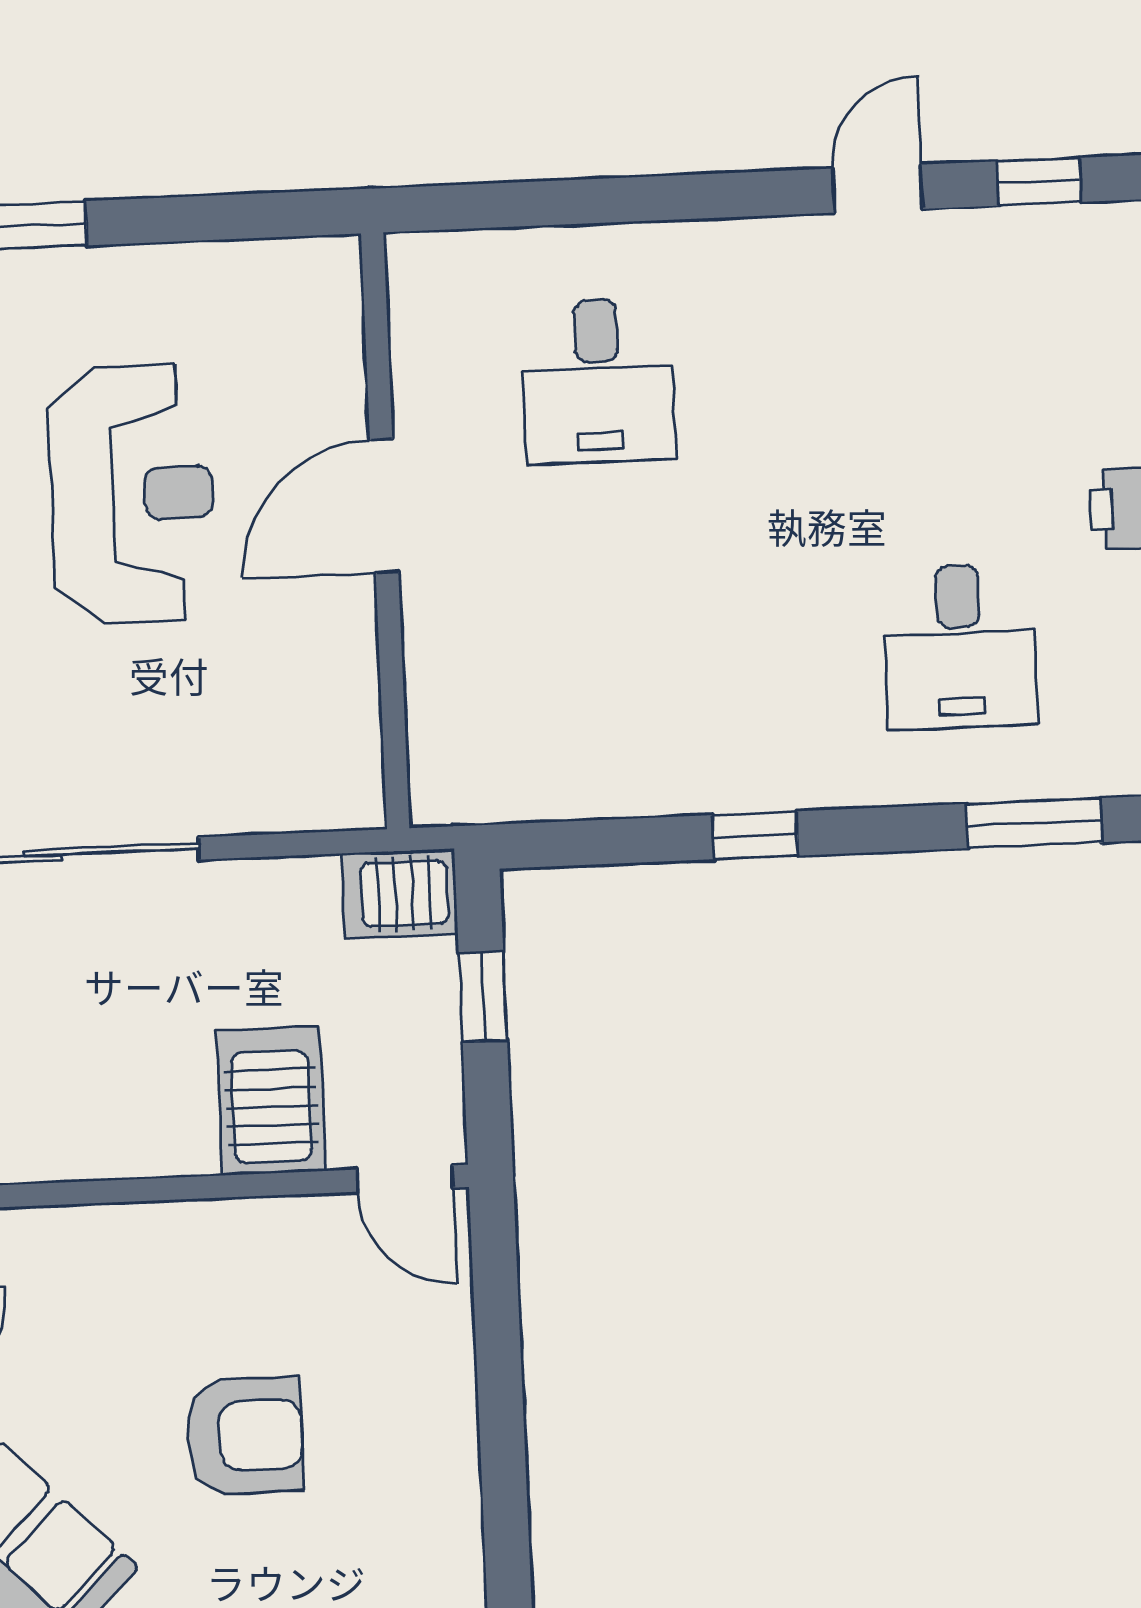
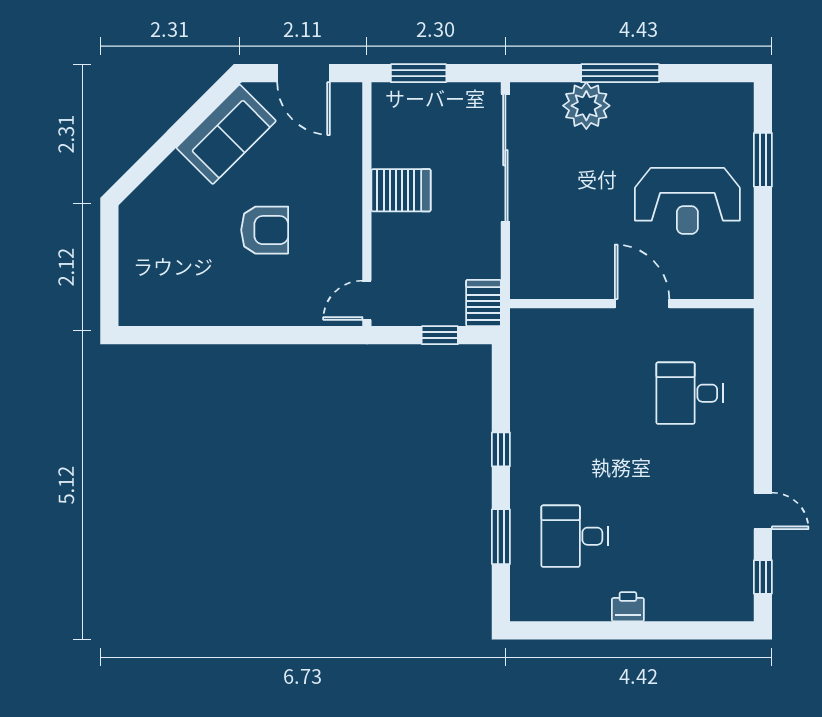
reception desk: (132, 494) -> (687, 201), moved
window: (1034, 823) -> (501, 537), moved
server rack: (271, 1101) -> (401, 190), moved
armchair: (245, 1436) -> (265, 230), turned -90

